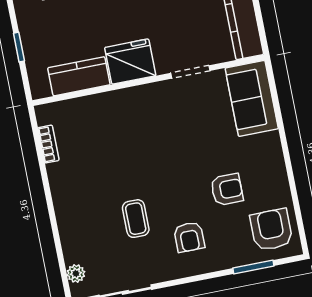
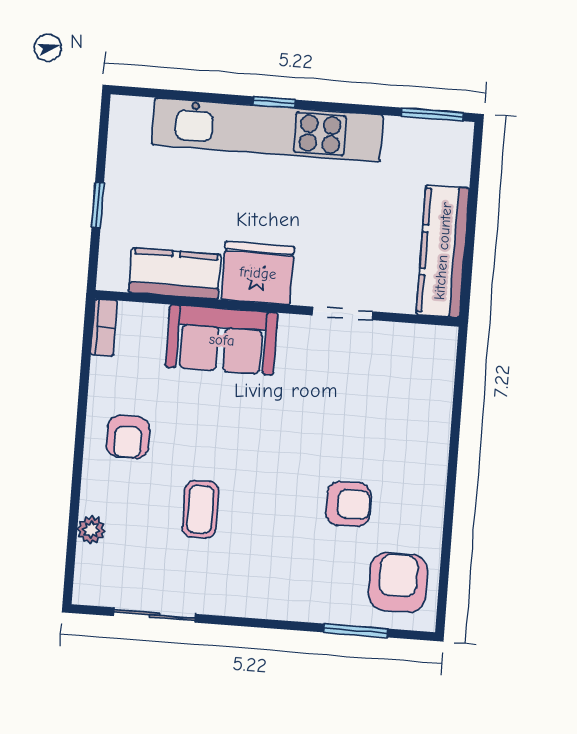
sofa: (252, 98) -> (222, 340), moved, turned -90
bookcase: (48, 144) -> (104, 328), moved
armchair: (189, 237) -> (128, 437), moved
plant: (76, 273) -> (91, 530), moved

